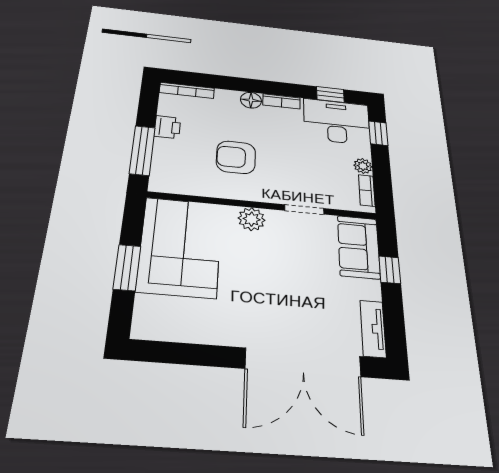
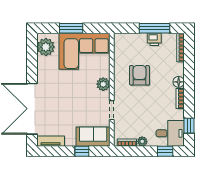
desk: (337, 122) -> (170, 133), width x0.73
window: (142, 150) -> (154, 28), moved
plant: (164, 322) -> (46, 47), added

